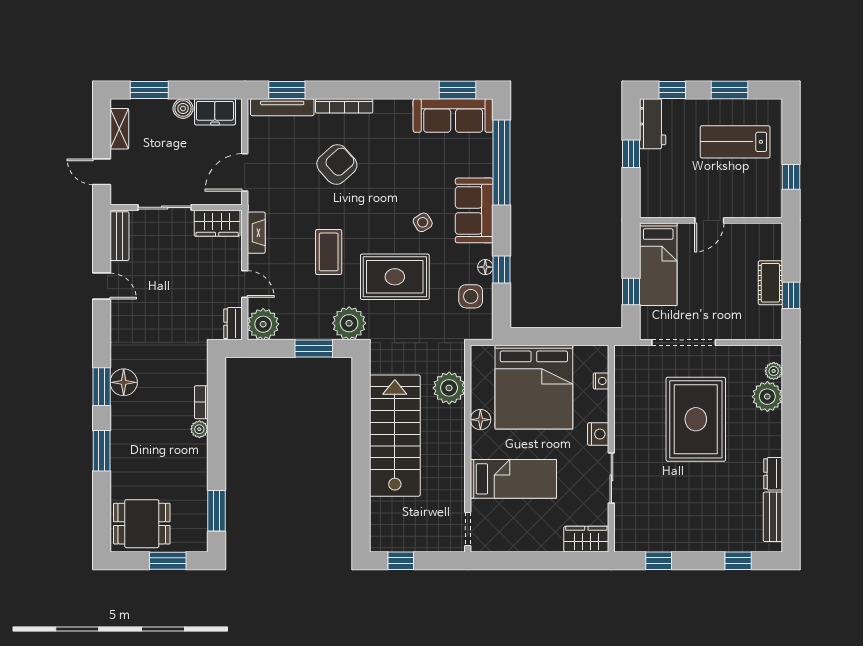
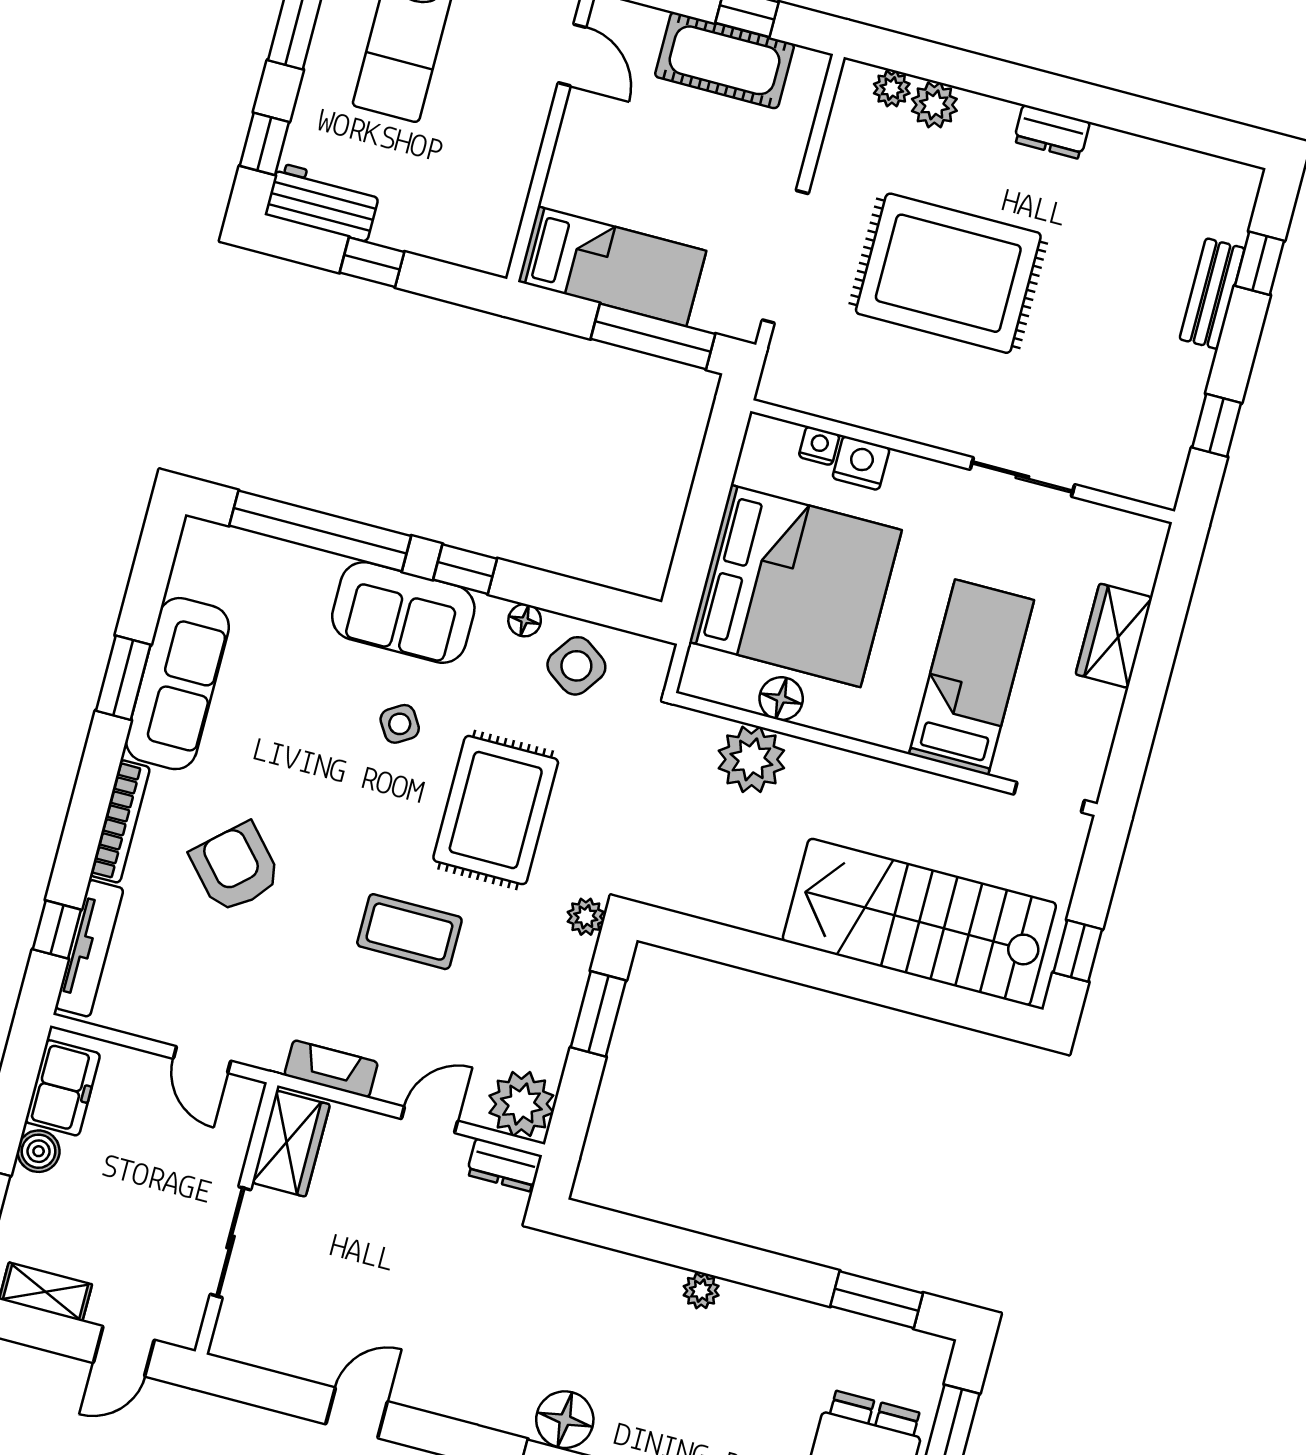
window: (287, 90) -> (57, 930), width x0.67
window: (457, 90) -> (123, 678), moved
sofa: (453, 116) -> (177, 684), moved
door: (245, 172) -> (202, 1060), width x0.73
door: (709, 220) -> (572, 55), moved
bench: (120, 236) -> (264, 1349), removed
window: (502, 269) -> (465, 569), moved
cot: (770, 283) -> (724, 60), width x1.37, depth x1.34
window: (631, 292) -> (653, 336), width x2.17
side table: (471, 296) -> (576, 666), turned 35
plant: (349, 323) -> (586, 917), width x0.53, depth x0.53
plant: (767, 397) -> (934, 105), width x0.73, depth x0.73
bookcase: (201, 402) -> (647, 1272), removed
floor lamp: (480, 420) -> (781, 699), moved
nightstand: (598, 434) -> (861, 463), moved
stairs: (395, 436) -> (919, 922), moved
dresser: (773, 474) -> (1052, 132), moved
bench: (773, 517) -> (1212, 294), moved, turned 90
wardrobe: (586, 539) -> (1114, 636), moved

